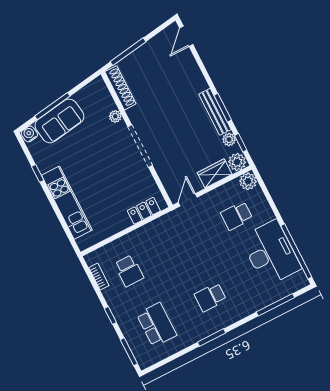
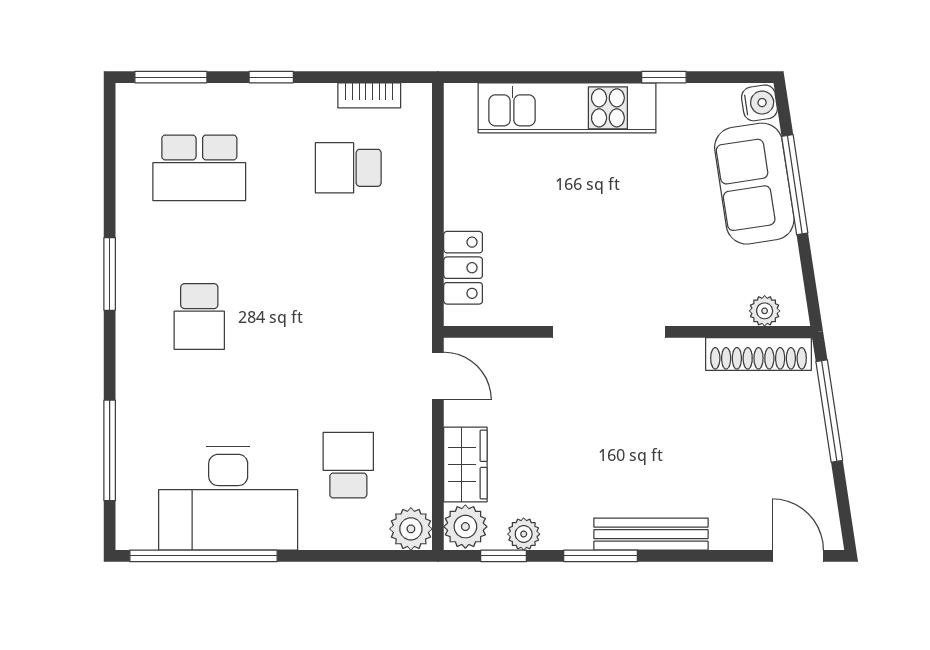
bench: (215, 112) -> (651, 534), moved
plant: (115, 116) -> (765, 311), moved
school desk: (210, 297) -> (199, 316), turned 180

